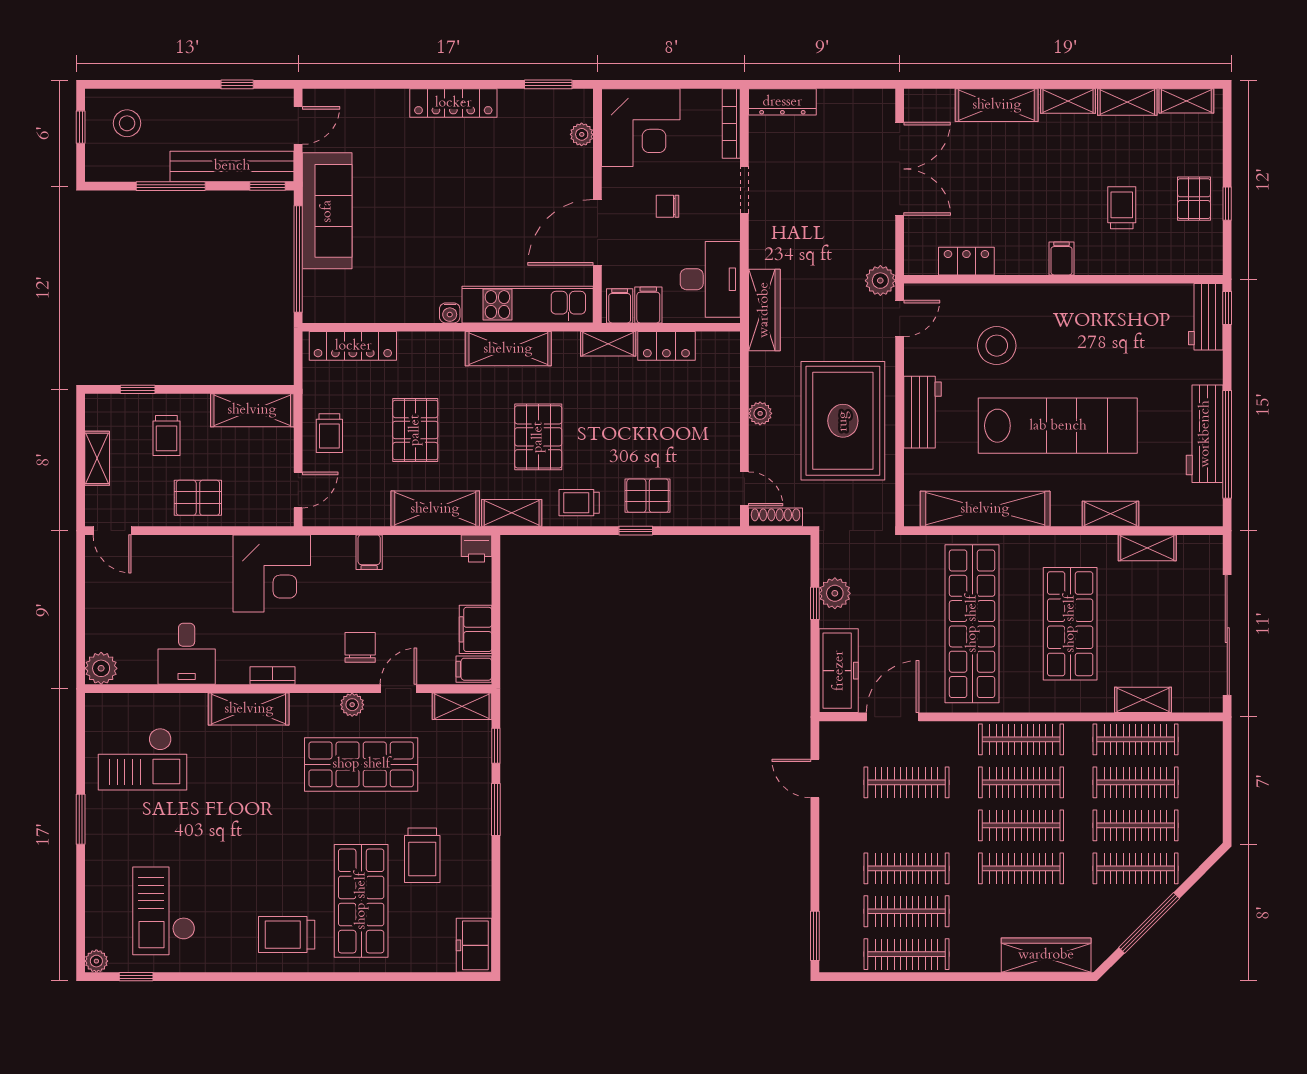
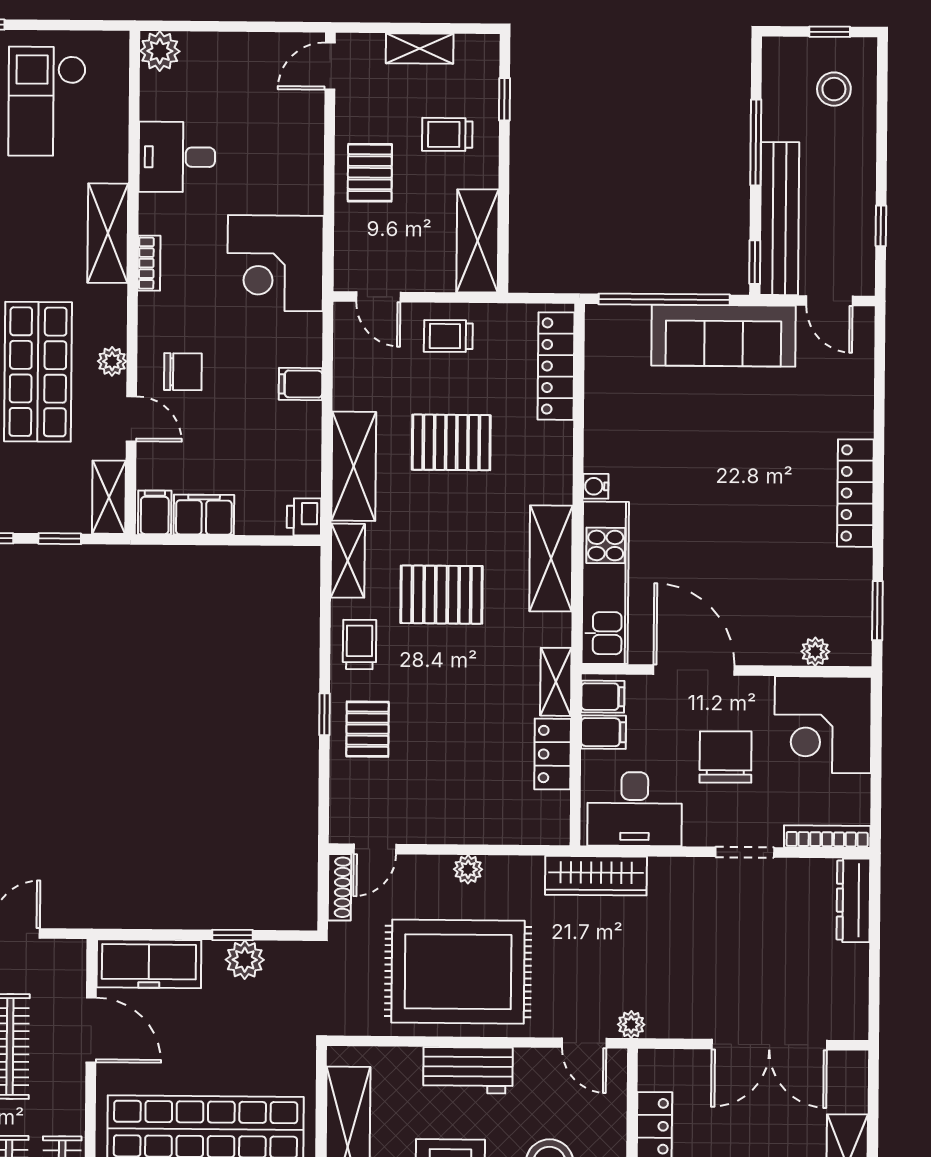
chair: (668, 206) -> (726, 757), width x1.87, depth x1.87
plant: (880, 281) -> (631, 1025), width x0.73, depth x0.73

